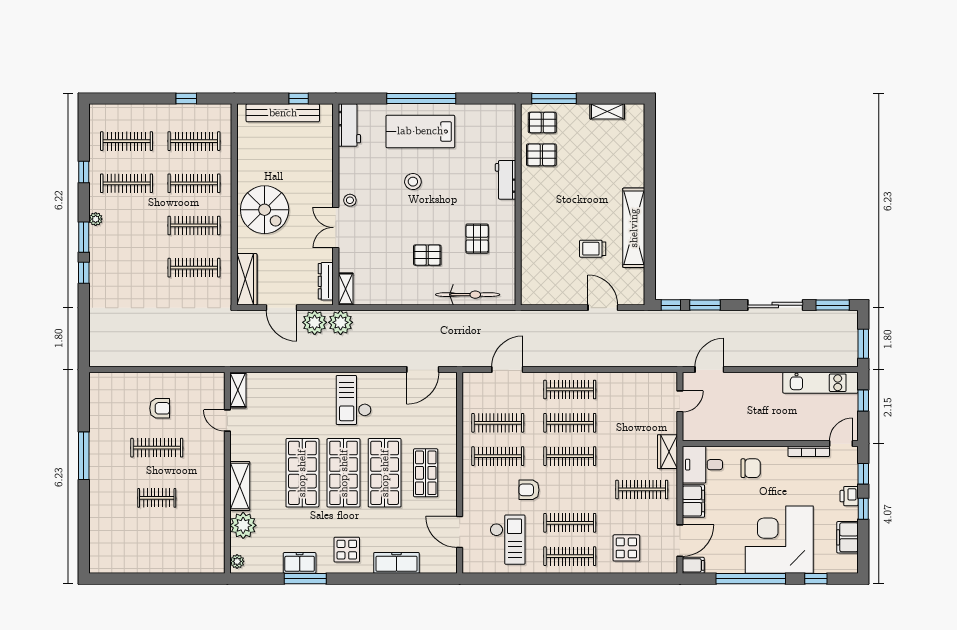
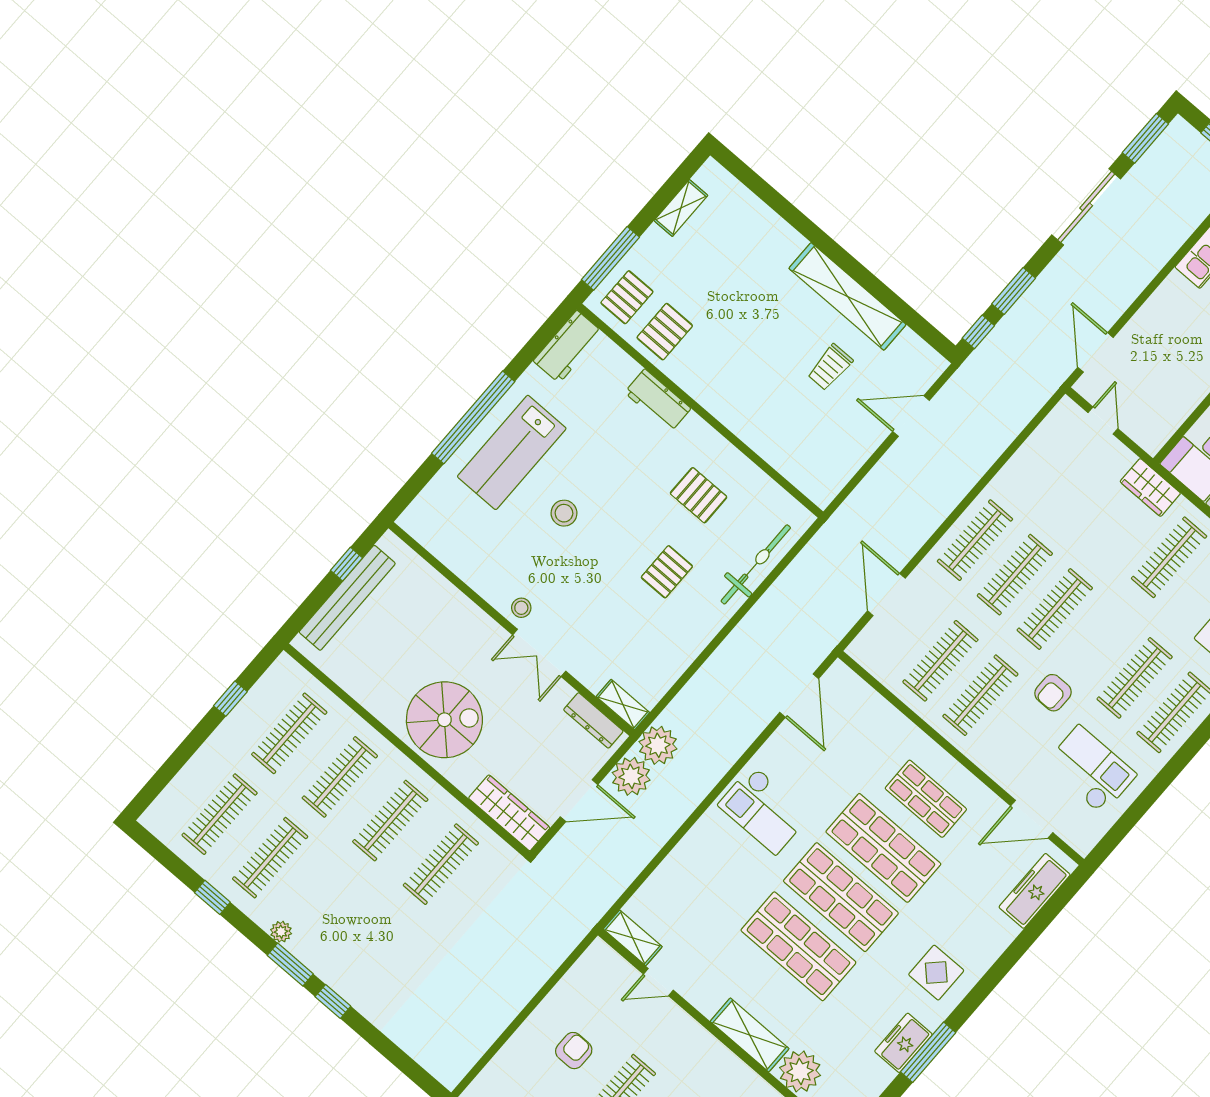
workbench: (349, 125) -> (568, 347), moved, turned 90
freezer: (396, 563) -> (1035, 891), moved

